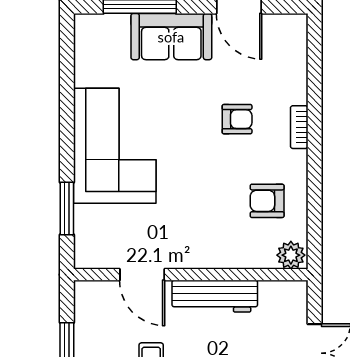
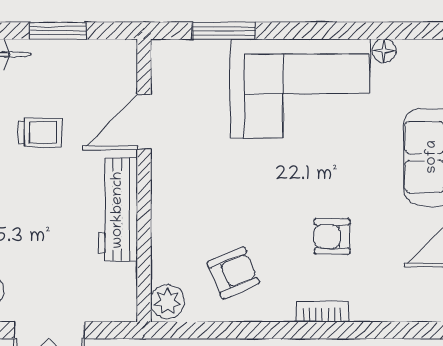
floor lamp: (83, 76) -> (384, 51), added
armchair: (237, 119) -> (332, 236), turned 90
armchair: (267, 201) -> (233, 273), turned 67

